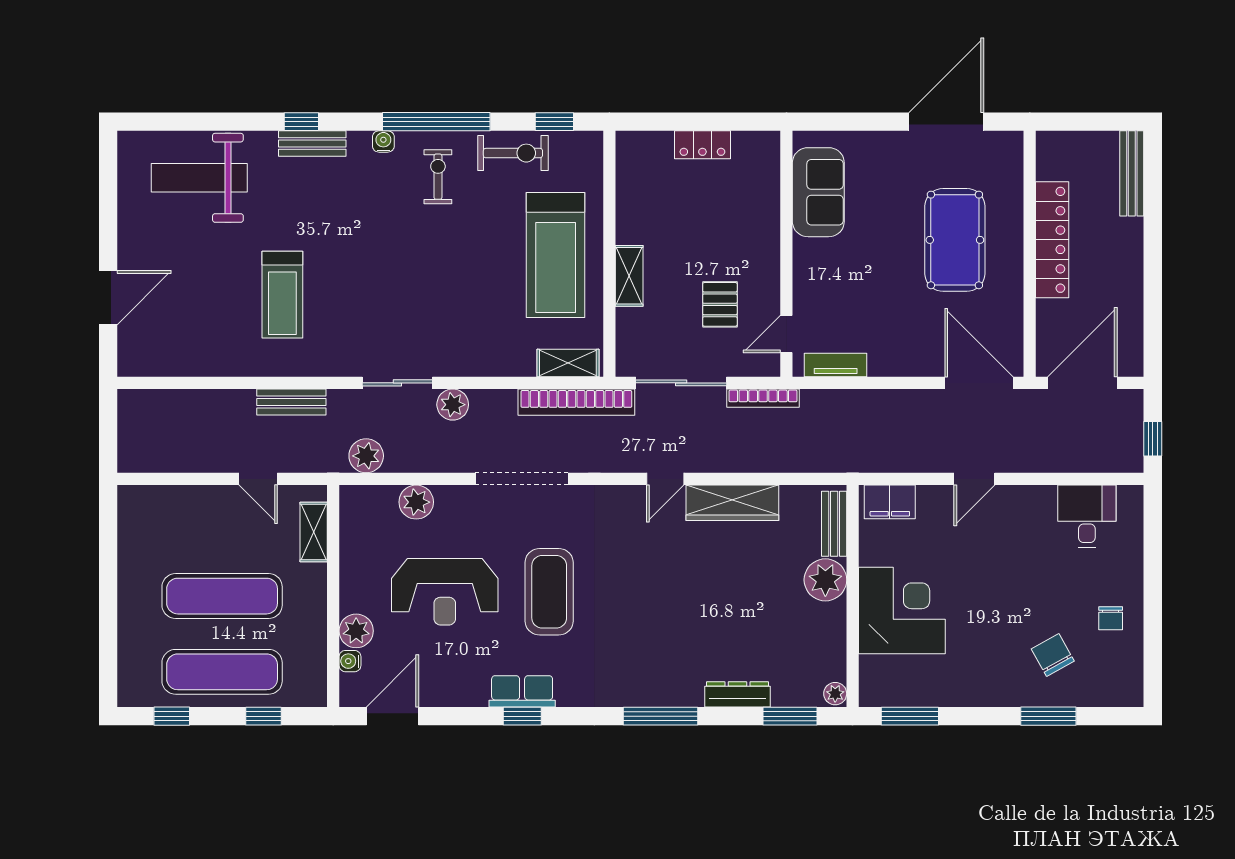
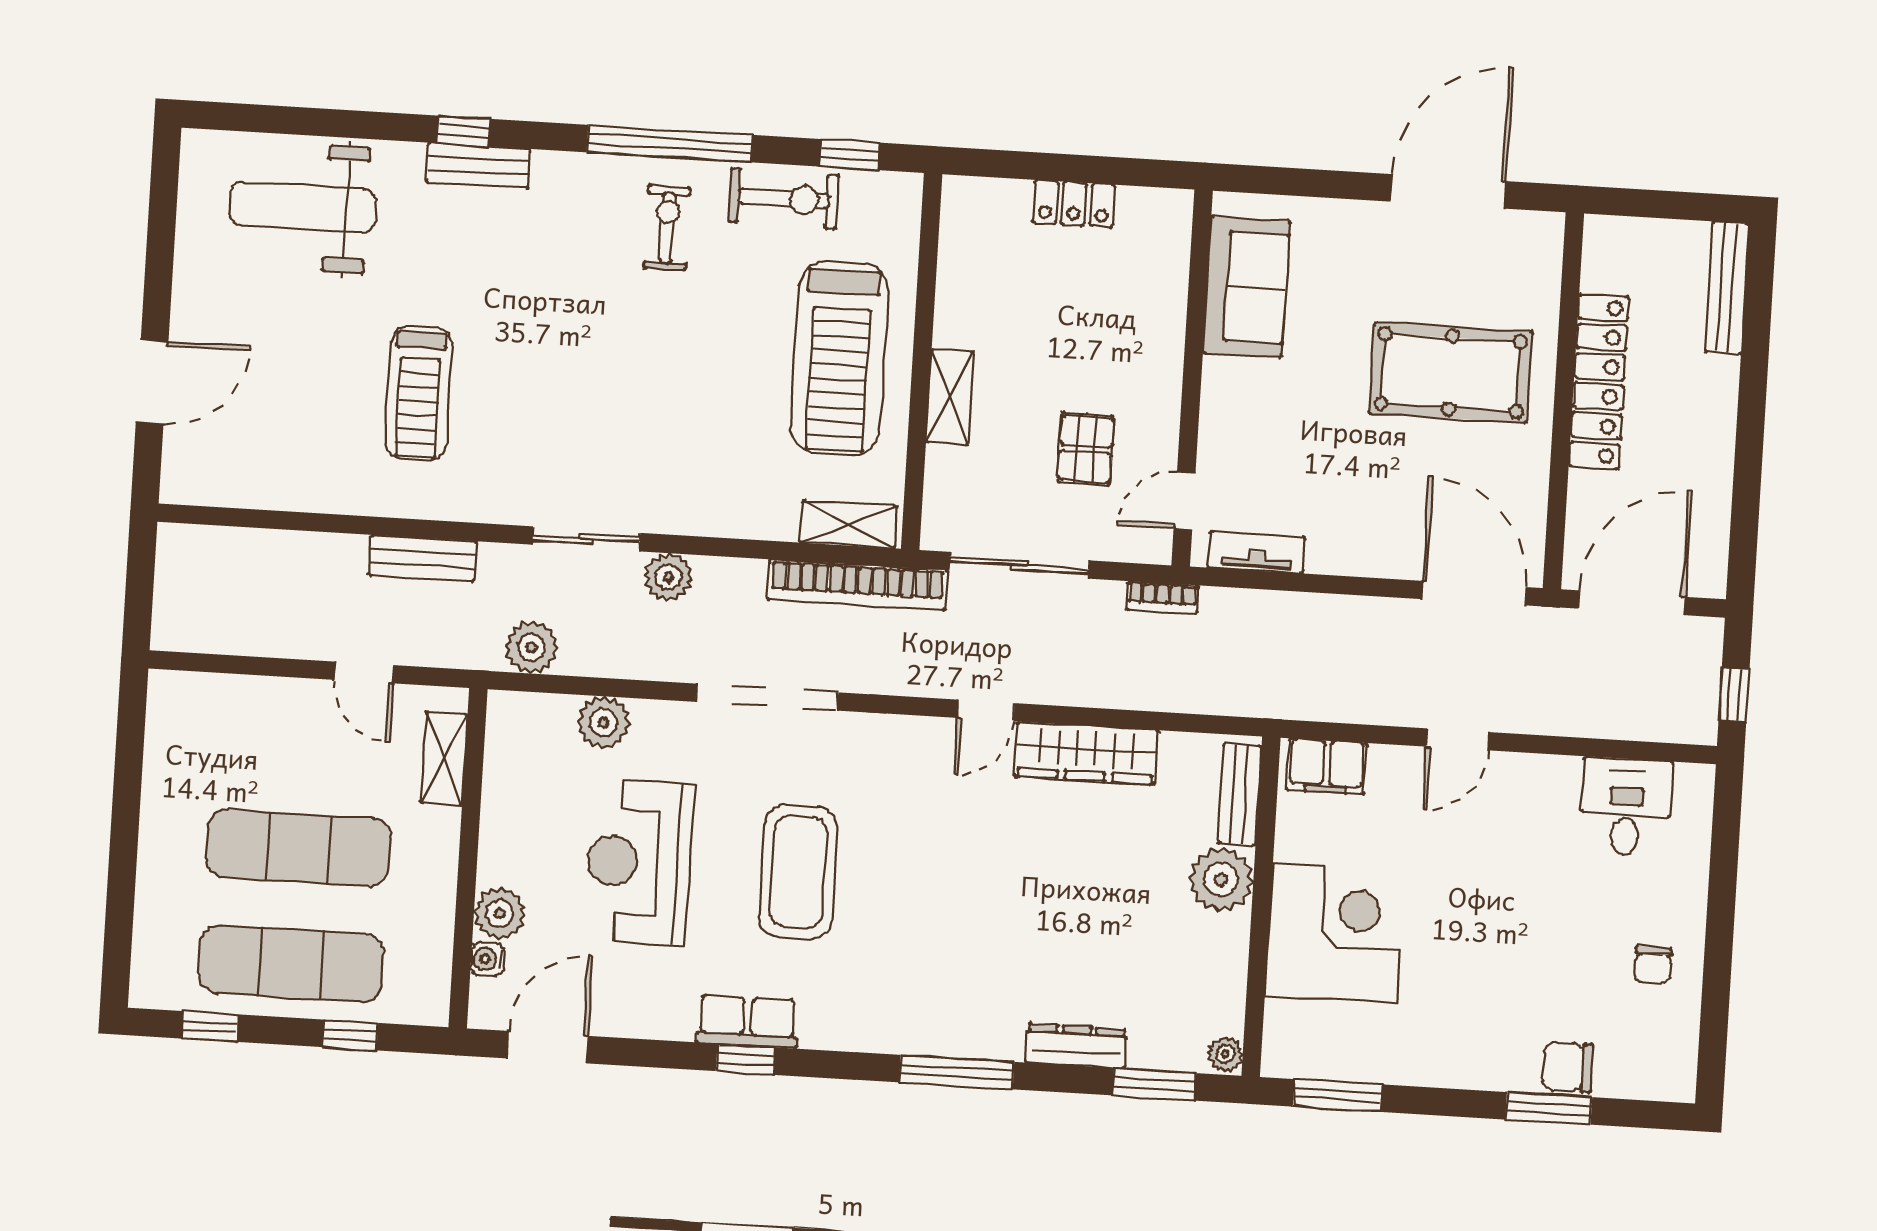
water cooler: (383, 141) -> (587, 169), removed
pool table: (955, 240) -> (1450, 373), turned 90
bookcase: (763, 398) -> (1163, 597), width x0.64
reception desk: (445, 592) -> (639, 862), turned 90
chair: (1053, 655) -> (1568, 1067), moved, turned -61

